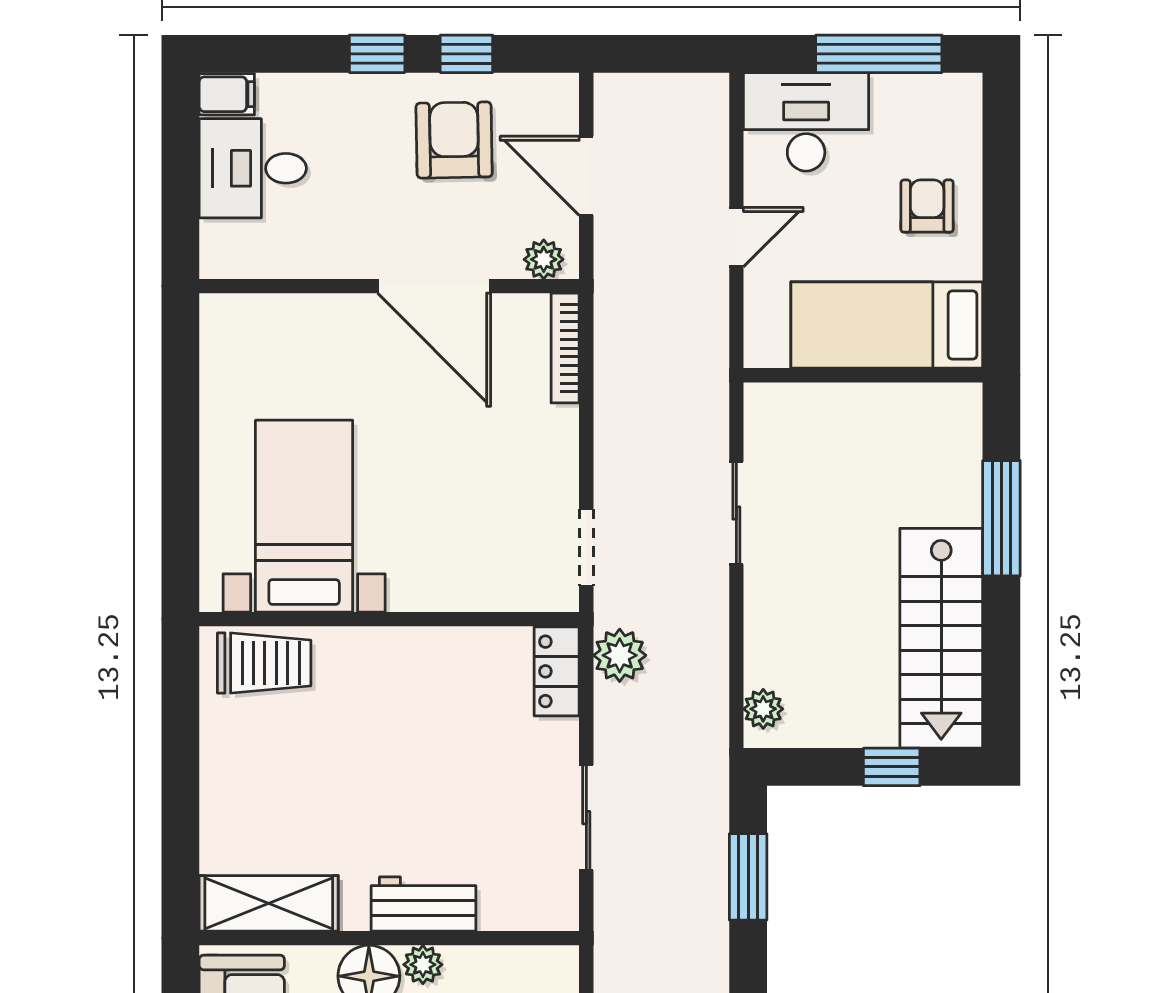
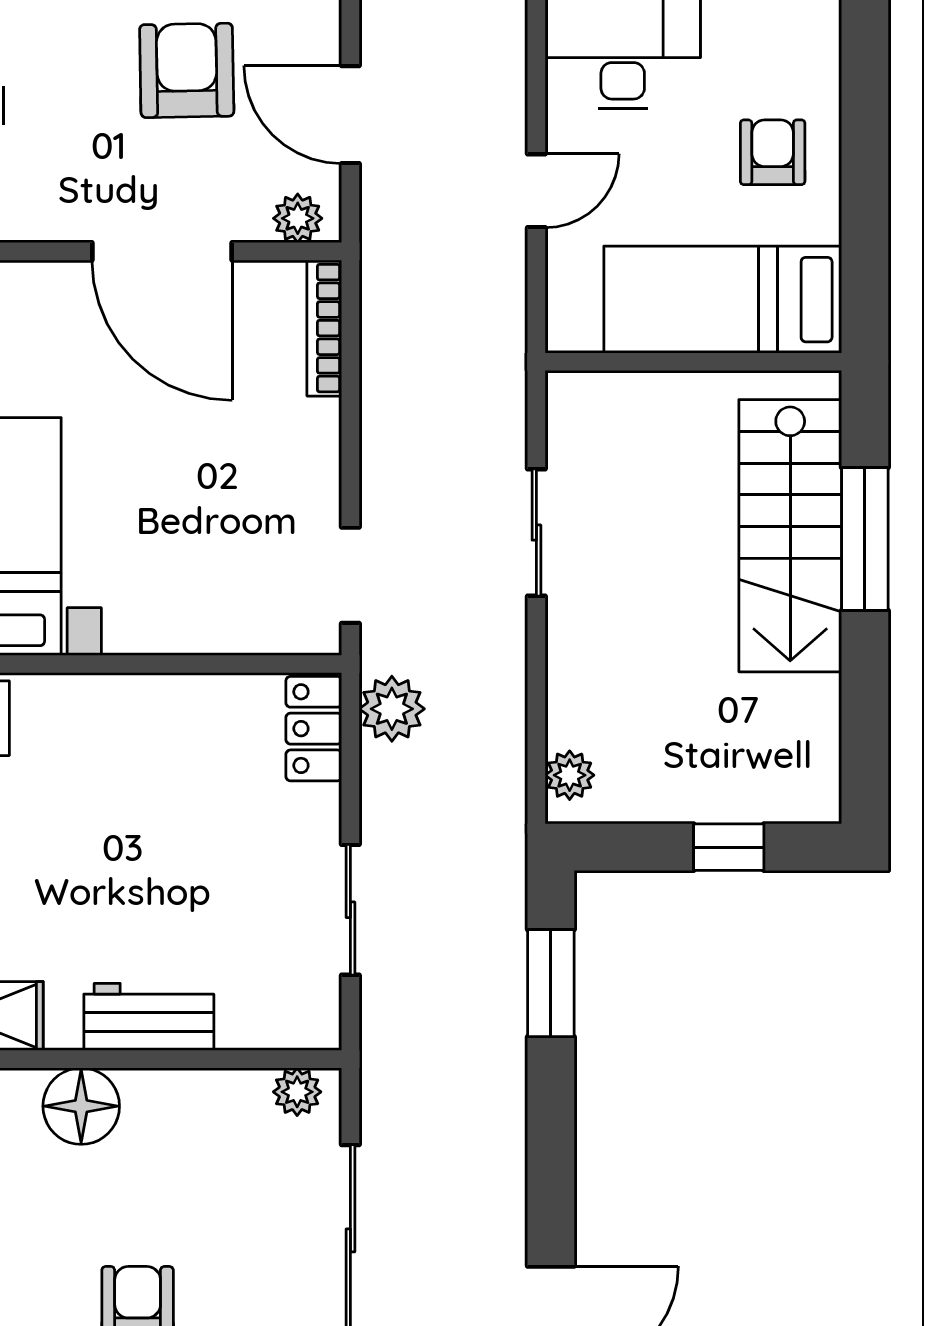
stairs: (941, 638) -> (790, 536), moved
plant: (423, 965) -> (297, 1092), moved

